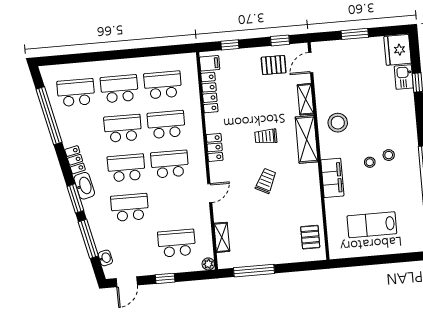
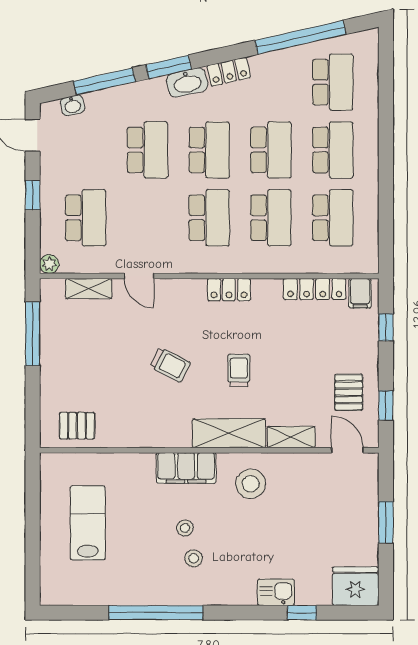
kitchen sink: (404, 77) -> (276, 592), moved
filing cabinet: (332, 178) -> (186, 468), moved
door: (210, 193) -> (139, 276), moved

